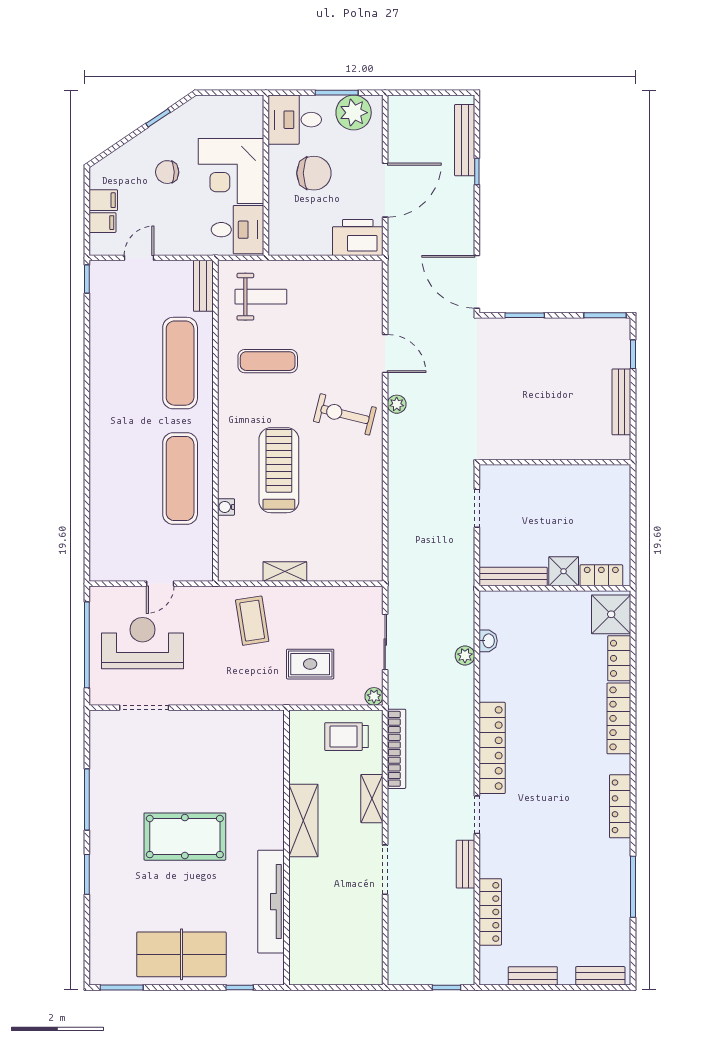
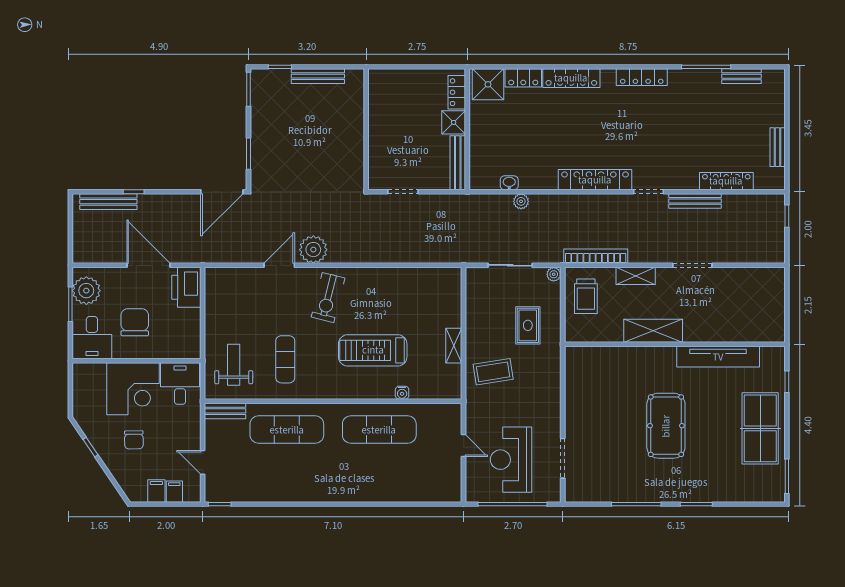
plant: (397, 404) -> (313, 250), width x1.88, depth x1.88
bench: (465, 864) -> (695, 201), width x1.36
bench: (600, 976) -> (741, 76), moved, turned 90

